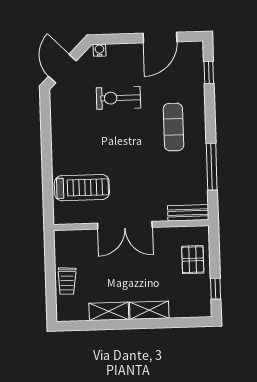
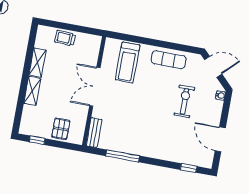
exercise mat: (173, 127) -> (169, 60), moved
pallet: (193, 260) -> (61, 129), turned 90

